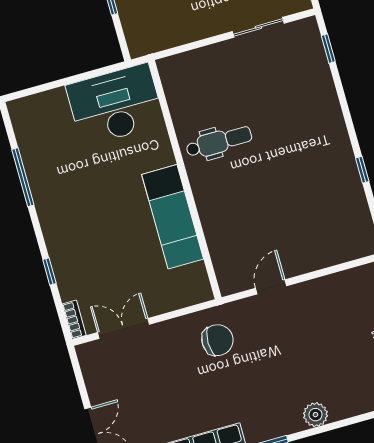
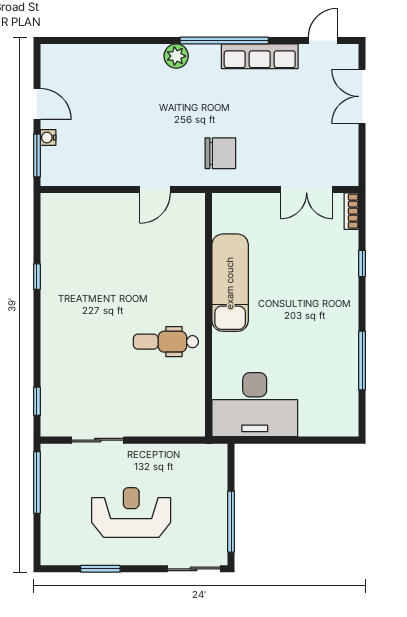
chair: (217, 340) -> (220, 153), turned 180
plant: (315, 415) -> (176, 56), moved

